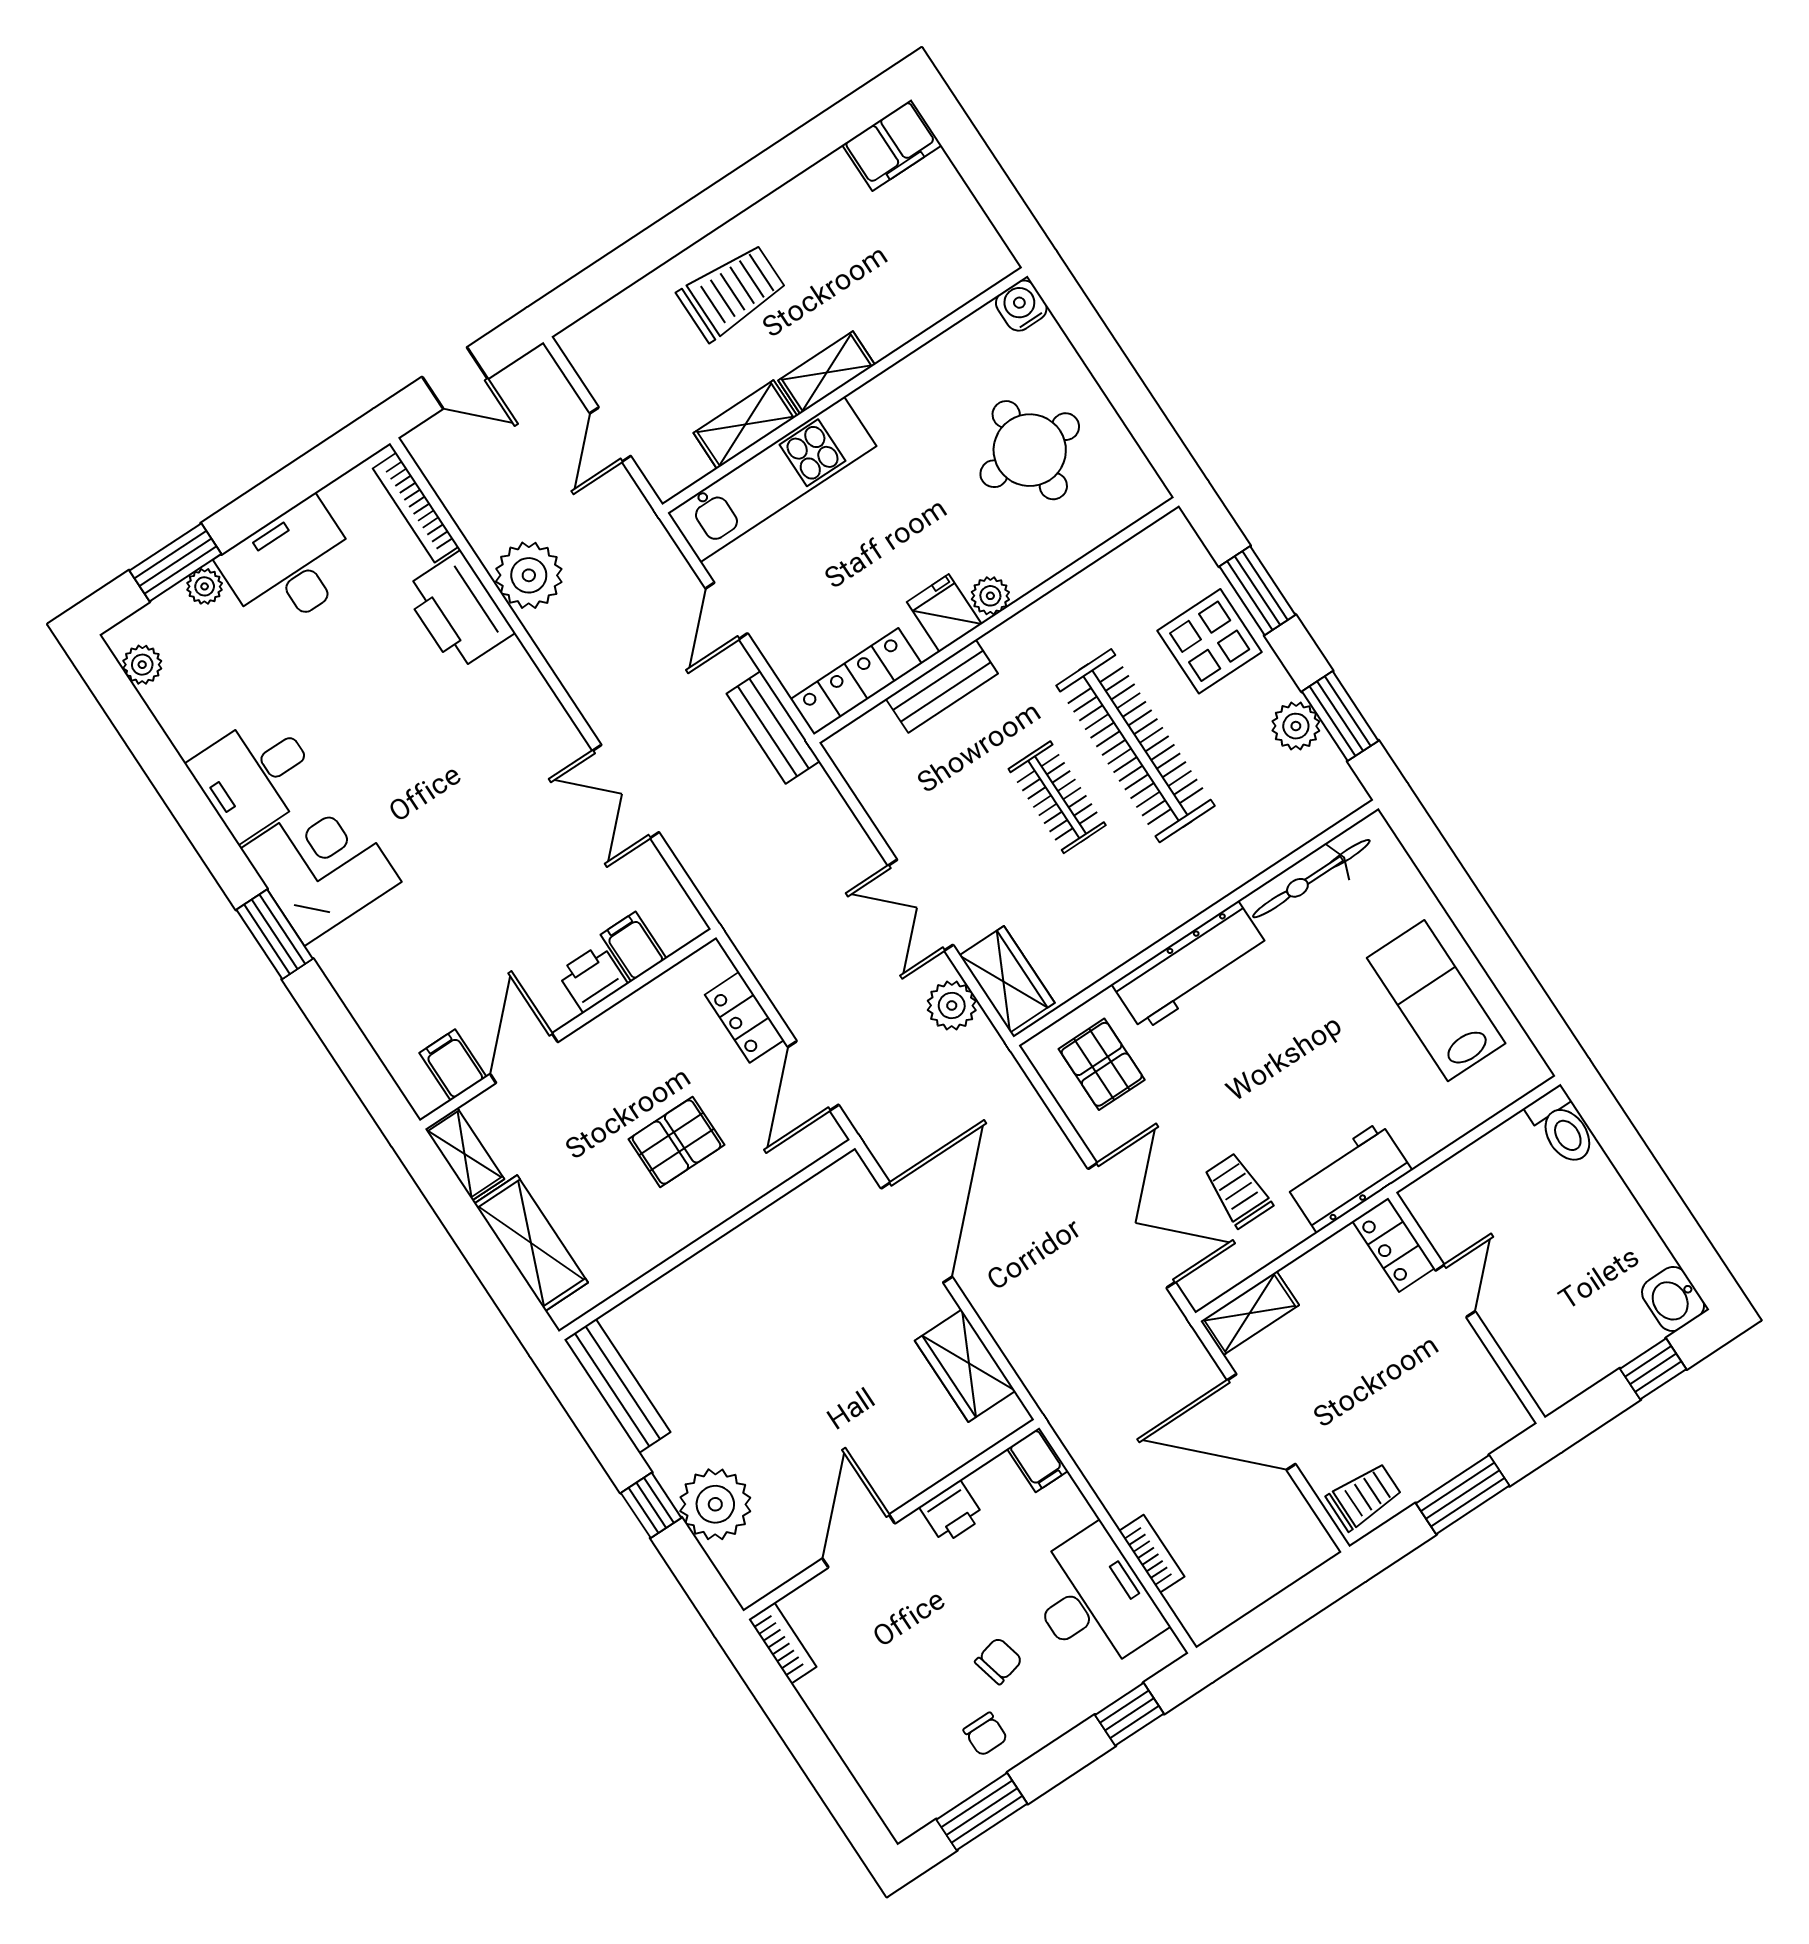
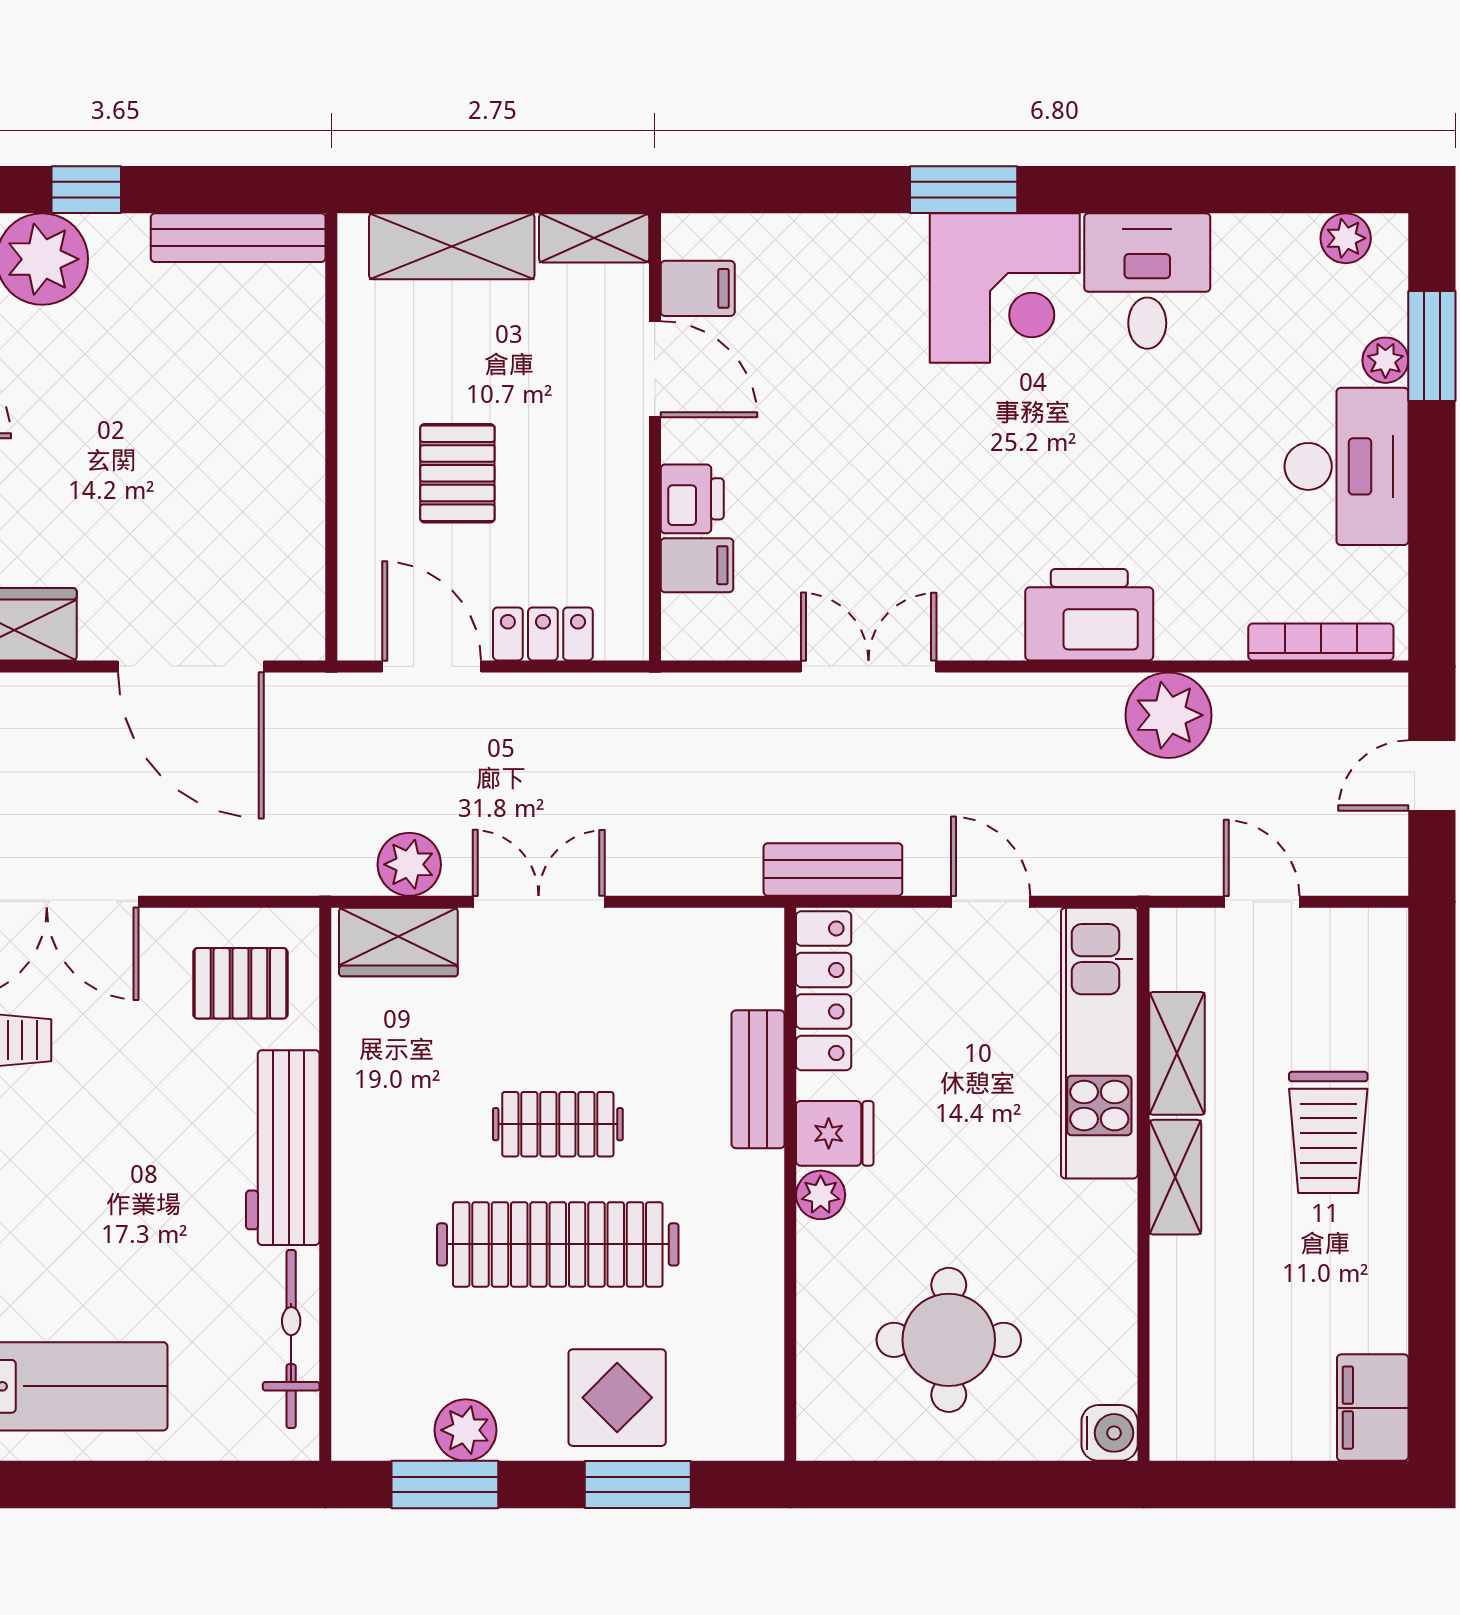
printer: (458, 611) -> (1089, 615), moved

